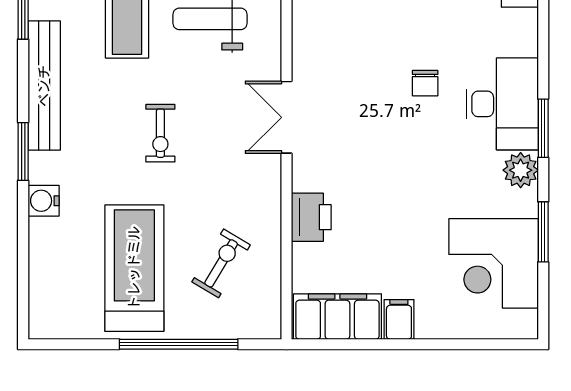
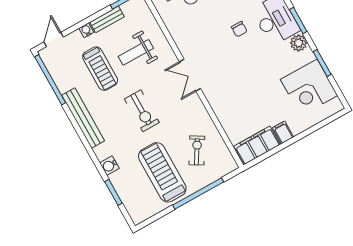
exercise bike: (160, 133) -> (142, 111), width x1.38, depth x1.39
window: (23, 152) -> (113, 192), moved
printer: (311, 217) -> (223, 111), removed

